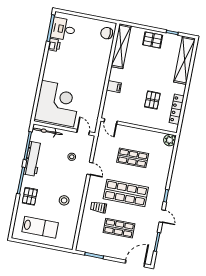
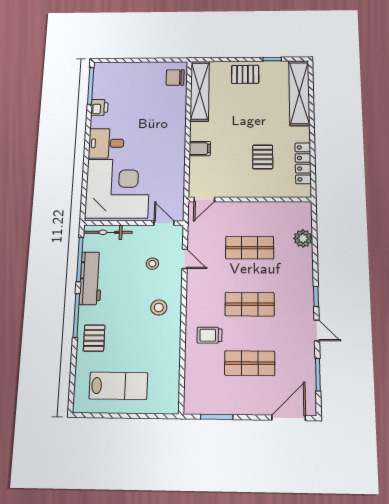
desk: (63, 29) -> (106, 143), moved
door: (111, 121) -> (204, 199), hinge flipped
plant: (170, 140) -> (303, 238), moved
door: (90, 169) -> (185, 259), moved
shop shelf: (126, 193) -> (250, 304), width x0.70, depth x0.74
stool: (64, 200) -> (159, 307), moved

